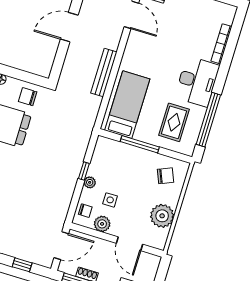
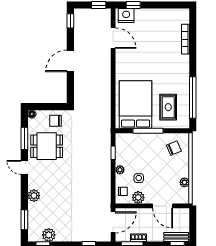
bench: (104, 72) -> (106, 86), removed
desk: (197, 81) -> (176, 72), removed
bed: (127, 105) -> (136, 105), width x1.50
window: (84, 171) -> (113, 153), moved
plant: (162, 216) -> (184, 182), width x0.53, depth x0.53

